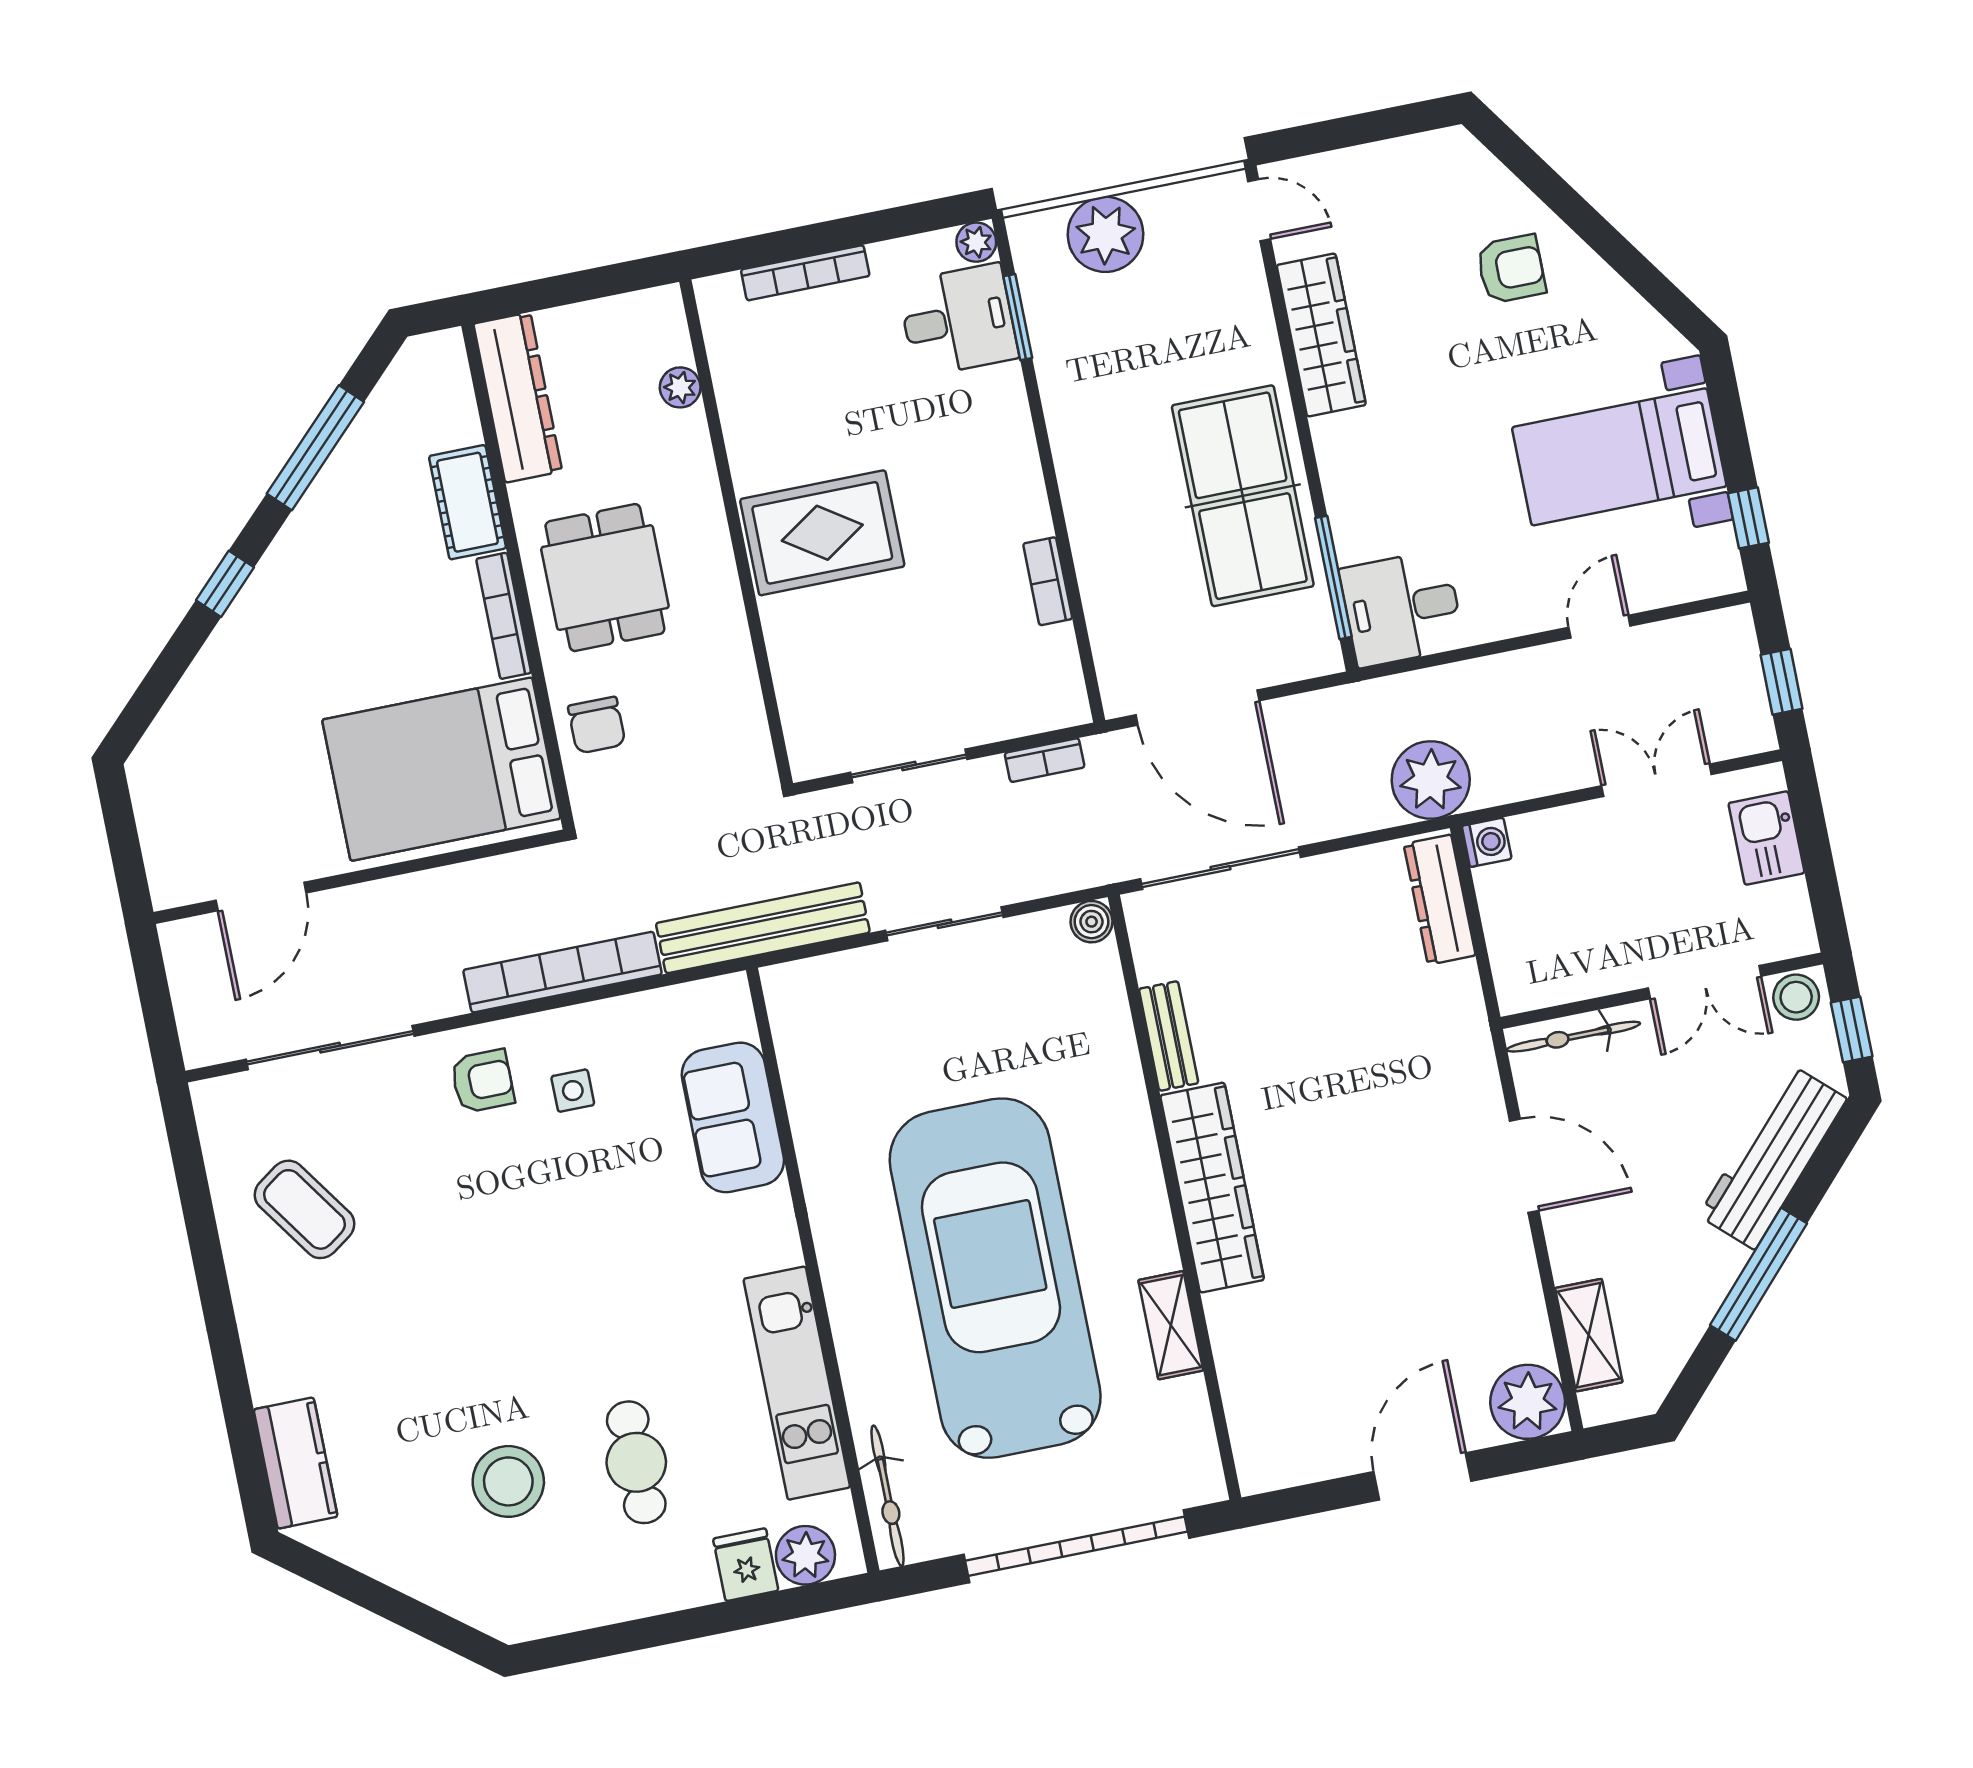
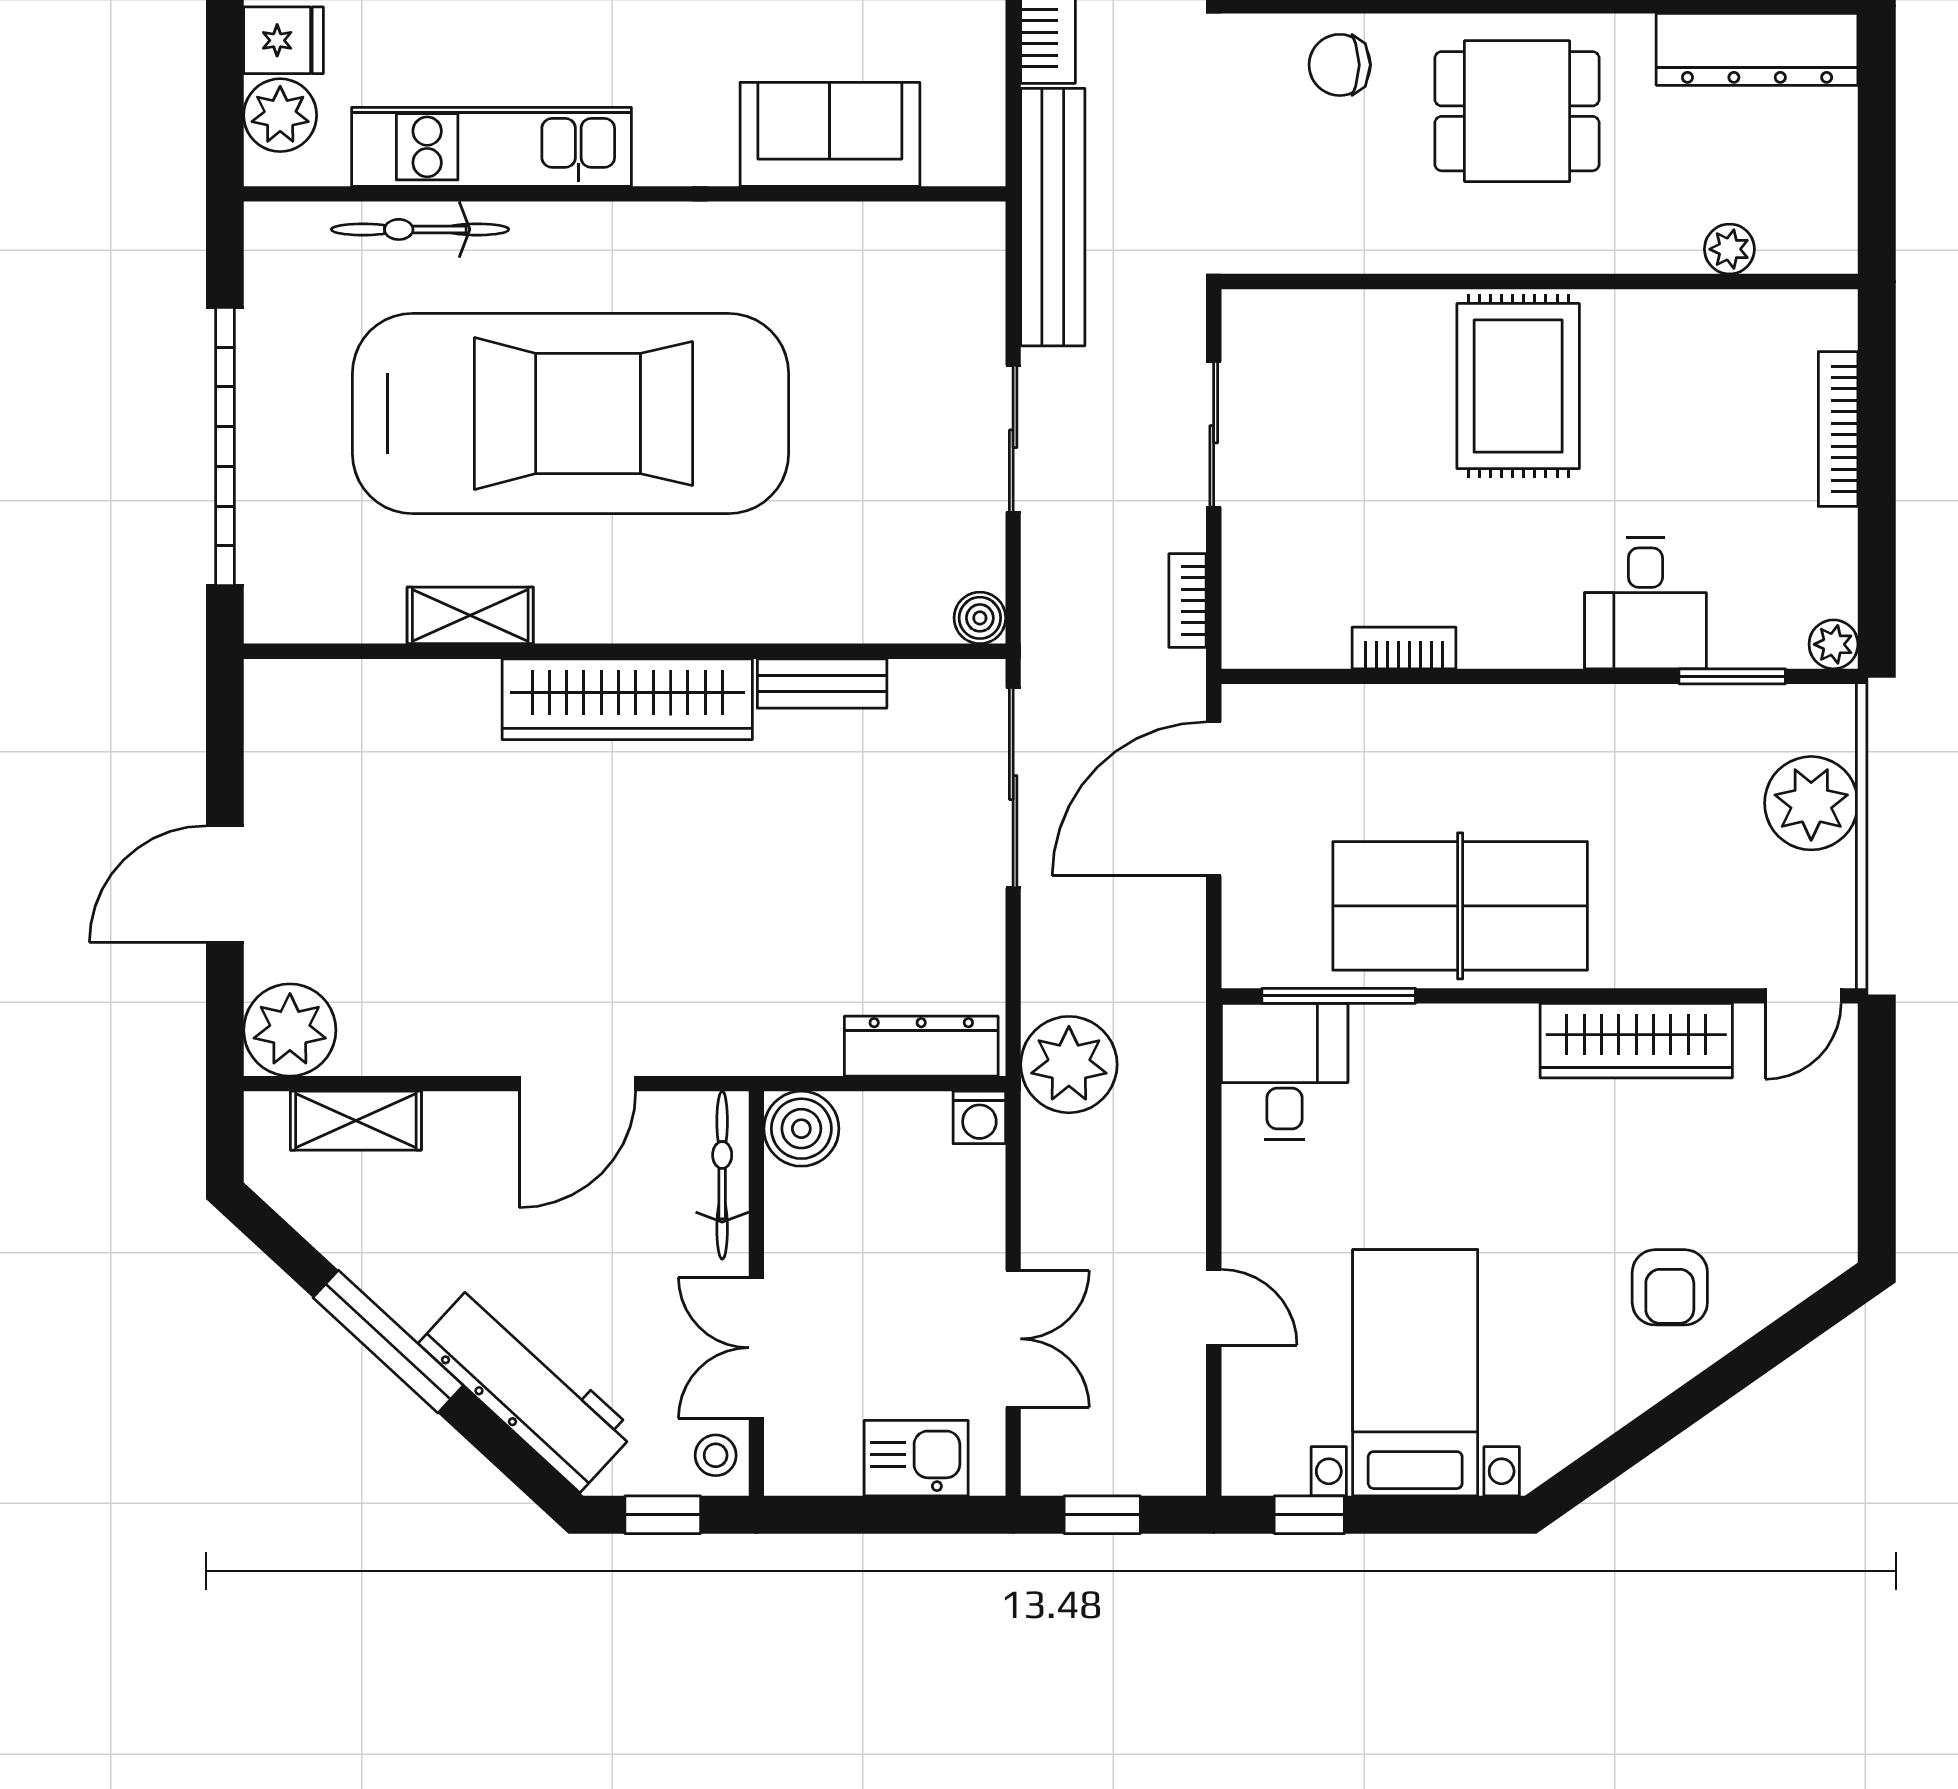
desk: (958, 320) -> (1645, 603), moved
boiler: (1524, 981) -> (801, 1129), added
stool: (1796, 997) -> (716, 1455), width x0.73, depth x0.73
door: (1423, 1476) -> (225, 884), swing flipped
bicycle: (887, 1496) -> (420, 229), moved

